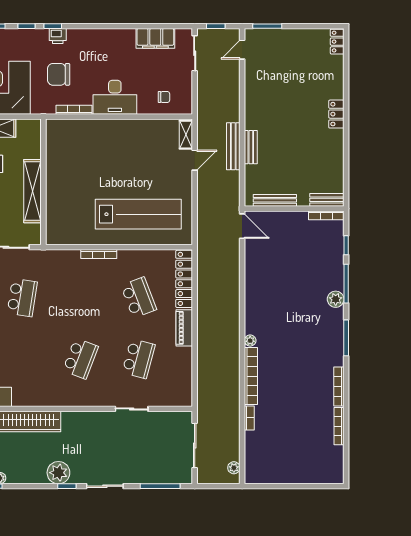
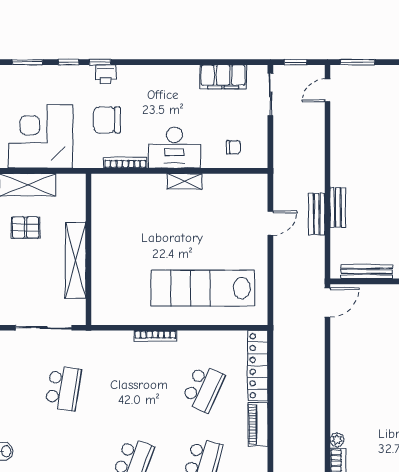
shelving: (186, 135) -> (184, 181), moved, turned 90
bench: (233, 146) -> (317, 214), width x0.73
lab bench: (138, 214) -> (203, 288), turned 180
door: (242, 226) -> (327, 302), hinge flipped
school desk: (139, 298) -> (203, 388), turned 45

